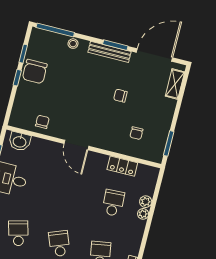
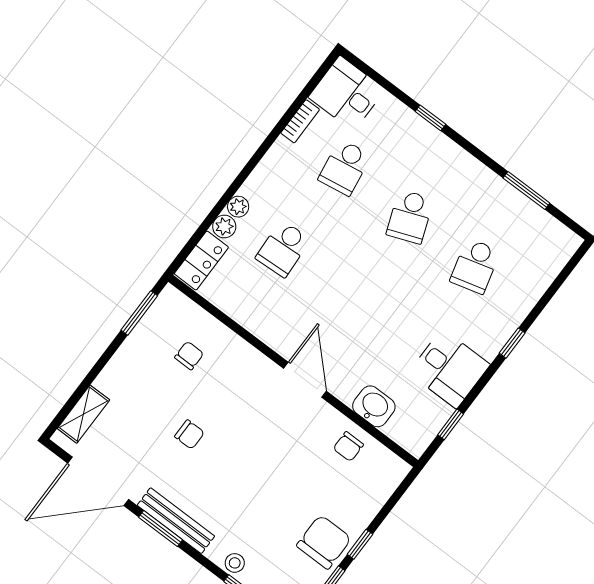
washbasin: (20, 141) -> (374, 406), moved
locker: (122, 166) -> (201, 261), moved, turned 90

